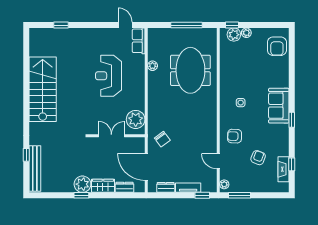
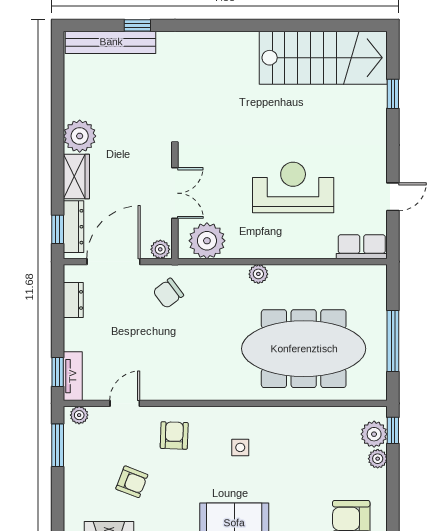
door: (125, 25) -> (393, 197), moved
plant: (152, 66) -> (258, 274), moved
meeting table: (190, 70) -> (304, 349), width x1.36
stairs: (43, 89) -> (323, 58), moved
plant: (140, 143) -> (160, 249), added
dresser: (124, 187) -> (74, 227), width x1.44
tv unit: (188, 188) -> (73, 376), moved
window: (81, 195) -> (58, 229), moved

